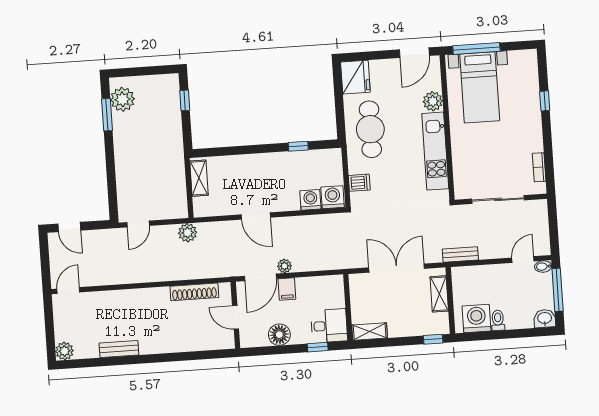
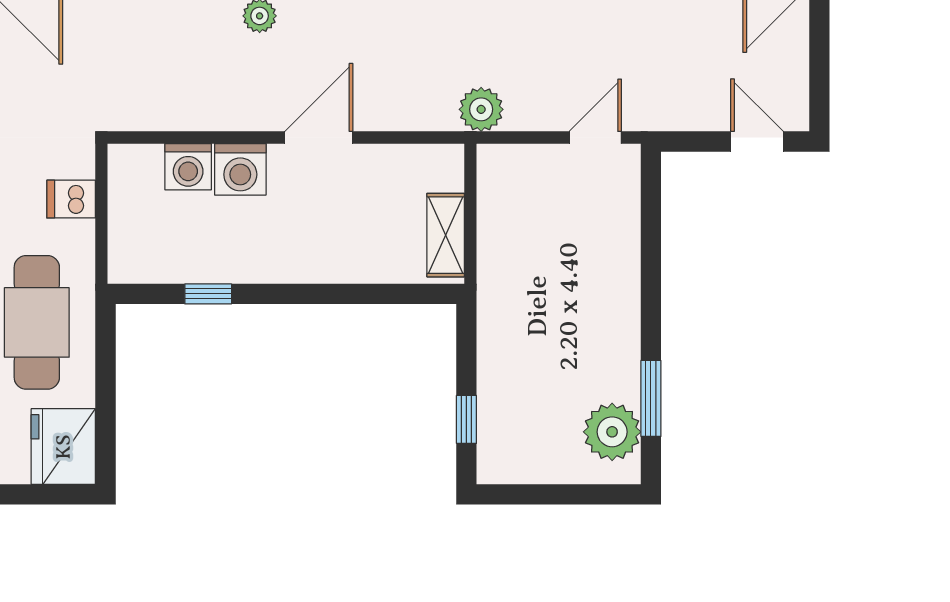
washing machine: (333, 197) -> (240, 169), moved
door: (256, 216) -> (319, 137), hinge flipped

